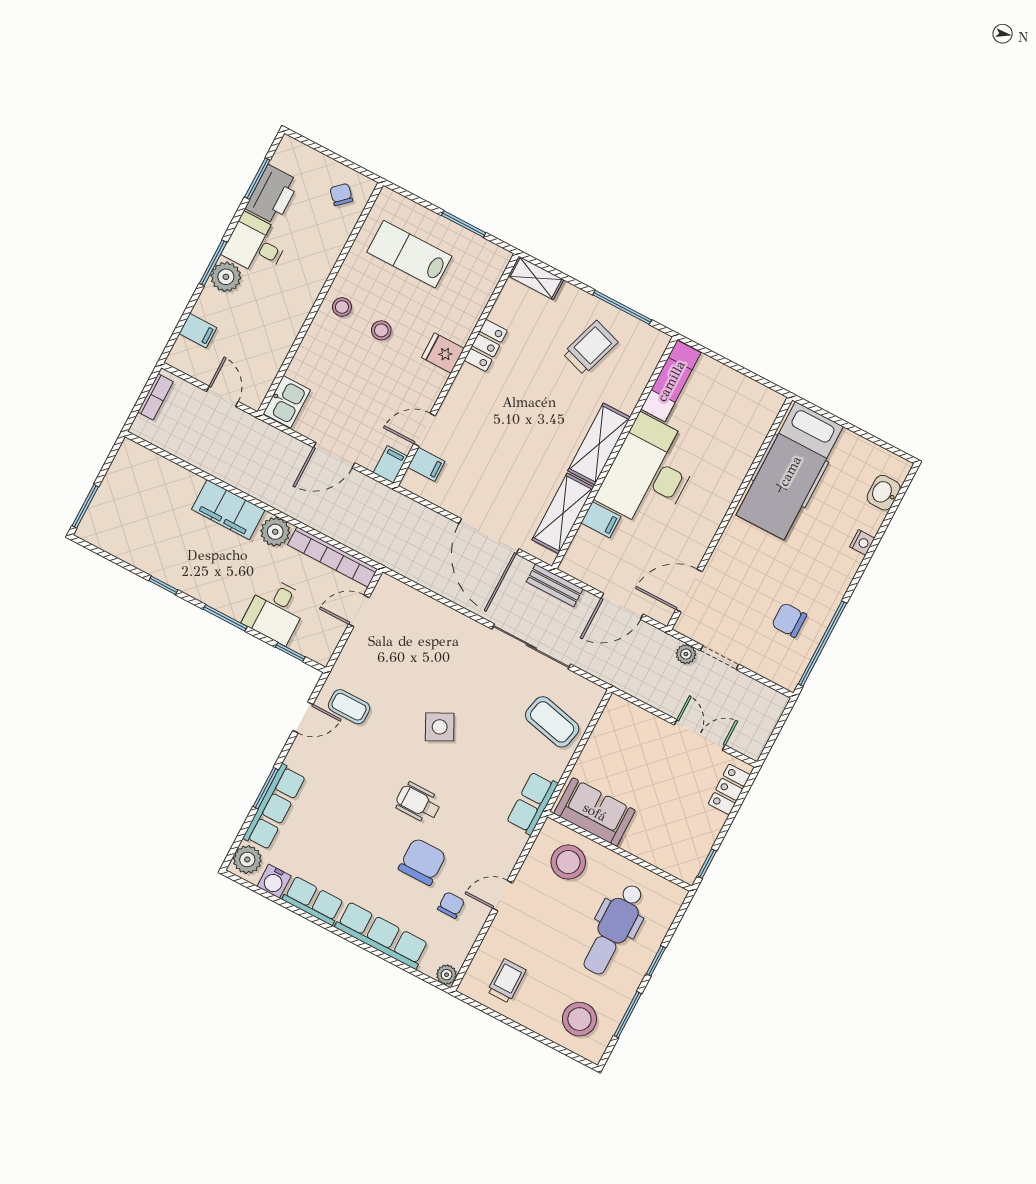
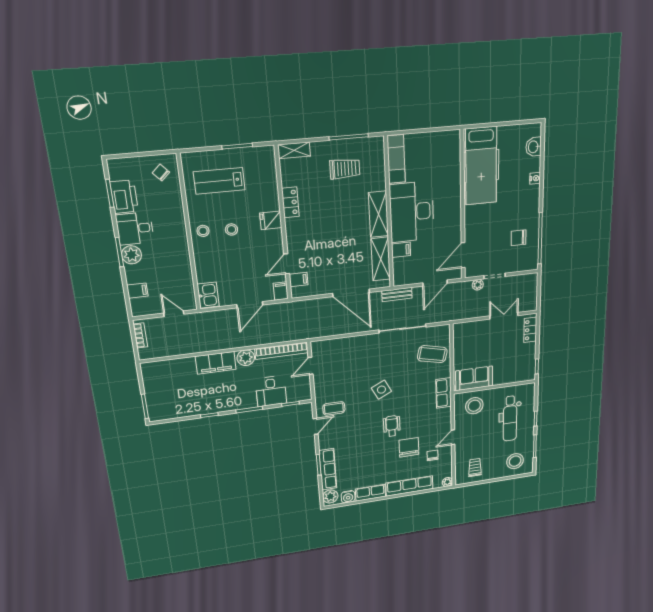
trolley: (590, 348) -> (345, 169), turned 72
wheelchair: (418, 803) -> (392, 426), turned 90

